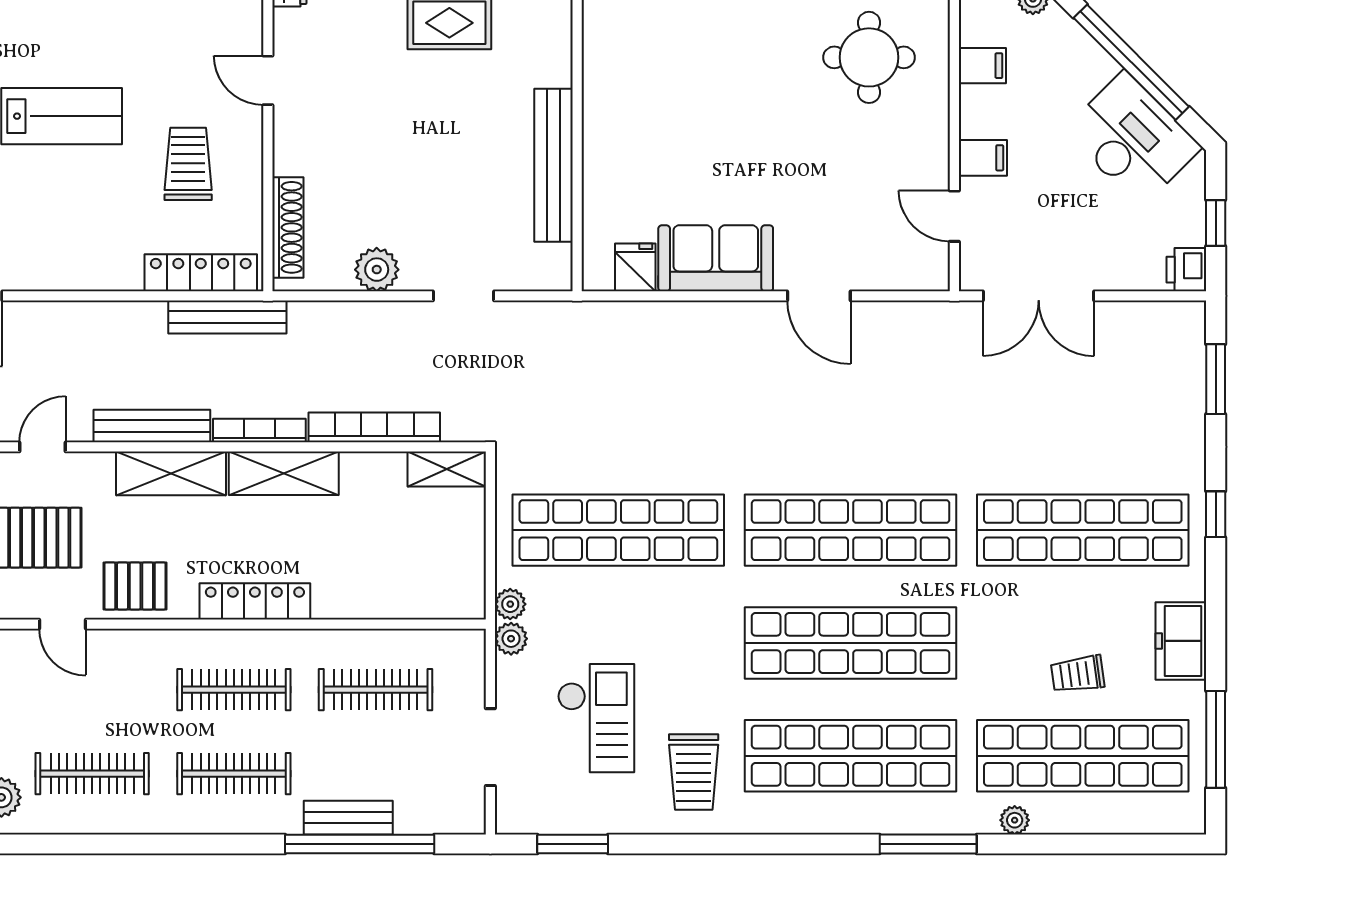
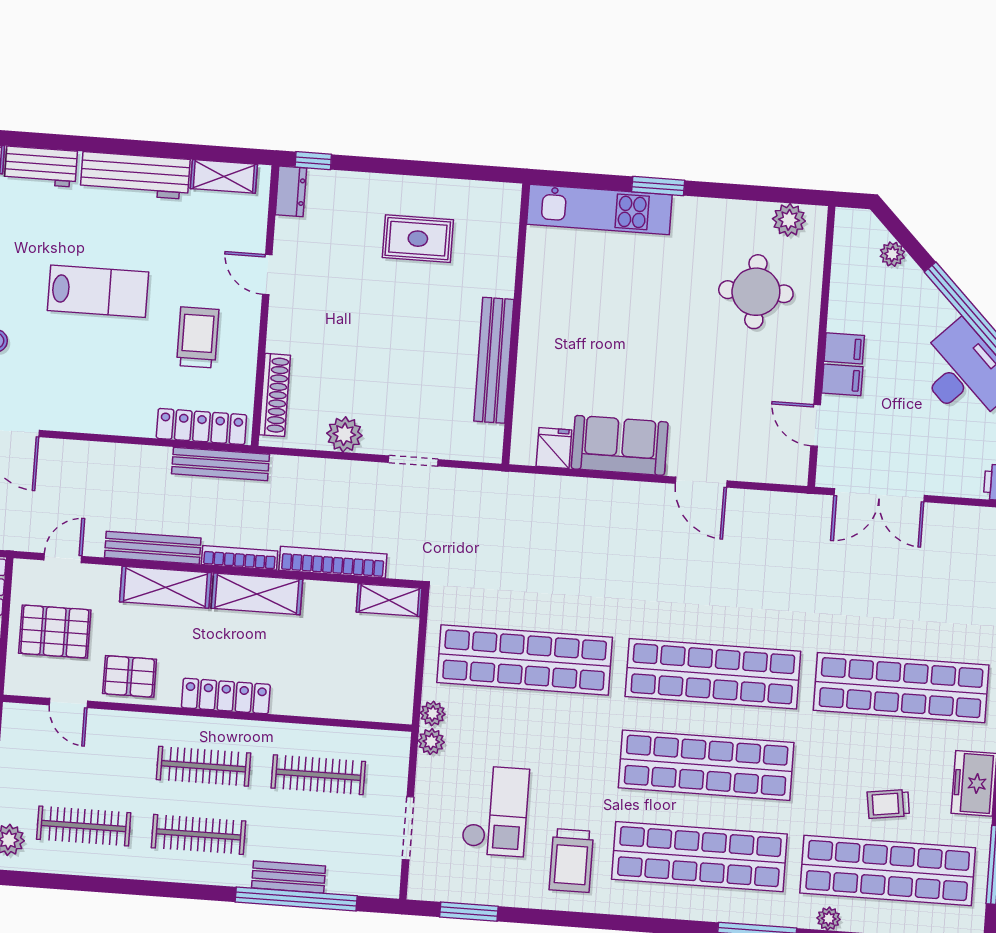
filing cabinet: (982, 66) -> (844, 348), moved

